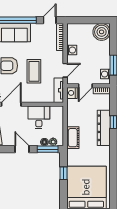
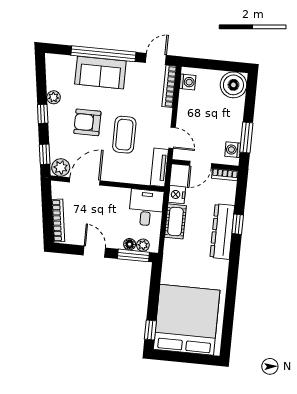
washing machine: (72, 50) -> (188, 82), moved
door: (65, 70) -> (172, 138), hinge flipped
nightstand: (72, 93) -> (177, 195), moved
desk: (39, 117) -> (146, 208), moved
cot: (73, 138) -> (175, 221), moved
window: (63, 173) -> (150, 330), moved

